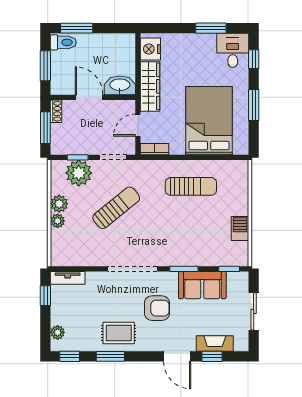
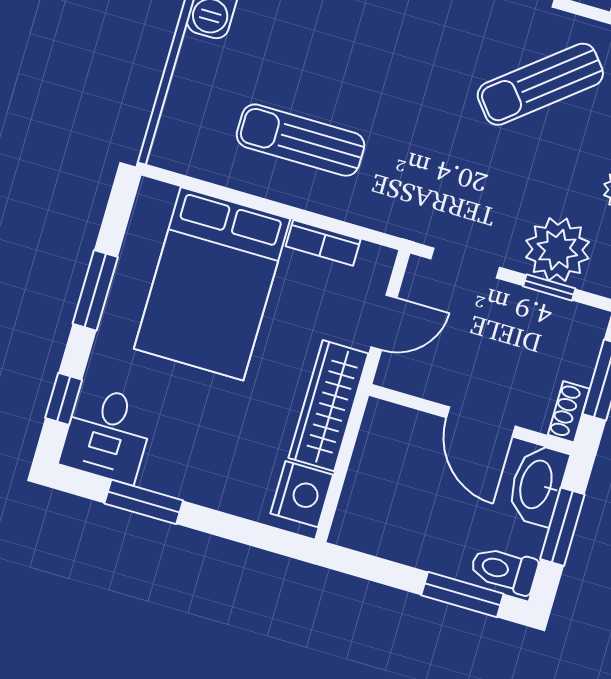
washbasin: (120, 85) -> (537, 485), moved, turned 90
bookcase: (155, 149) -> (323, 243), moved
sun lounger: (116, 208) -> (540, 84), moved

